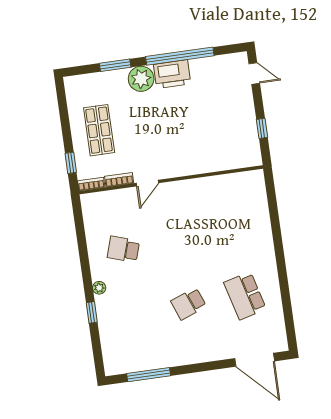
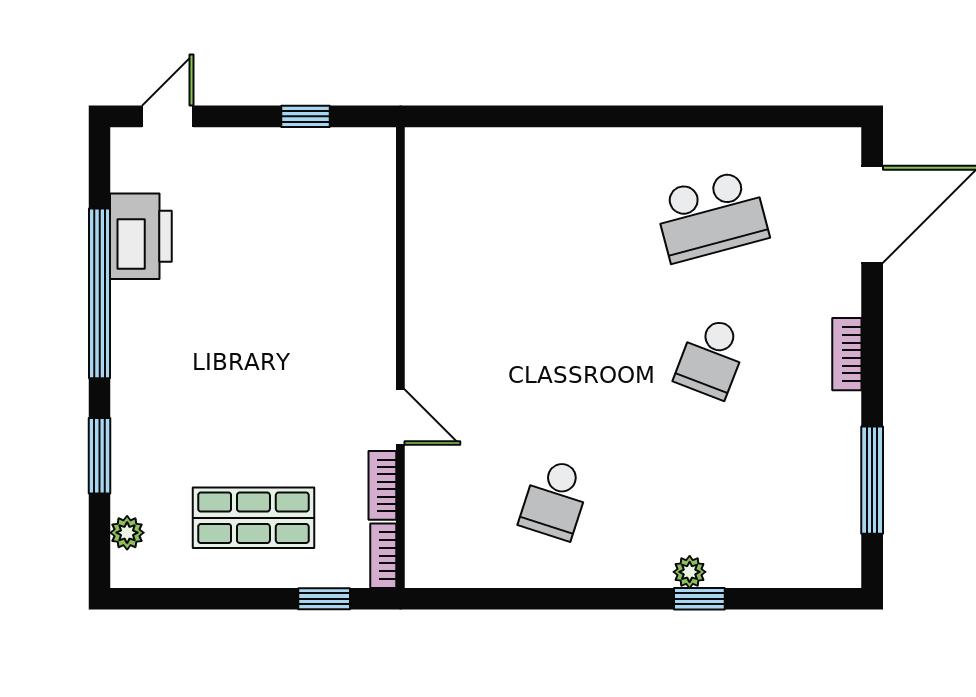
printer: (172, 74) -> (141, 236), moved
plant: (141, 79) -> (127, 533), moved, width x0.53, depth x0.53
plant: (99, 288) -> (690, 572), moved
school desk: (189, 304) -> (711, 358), turned 42
bookcase: (198, 358) -> (847, 354), added

